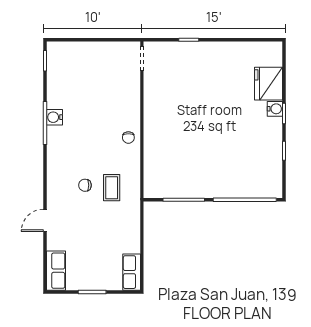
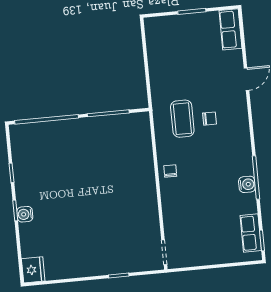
fridge: (269, 84) -> (33, 270), moved, width x0.73, depth x0.75
coffee table: (112, 188) -> (182, 119), width x1.36, depth x1.30
row of seats: (132, 272) -> (251, 233), moved, turned 180

